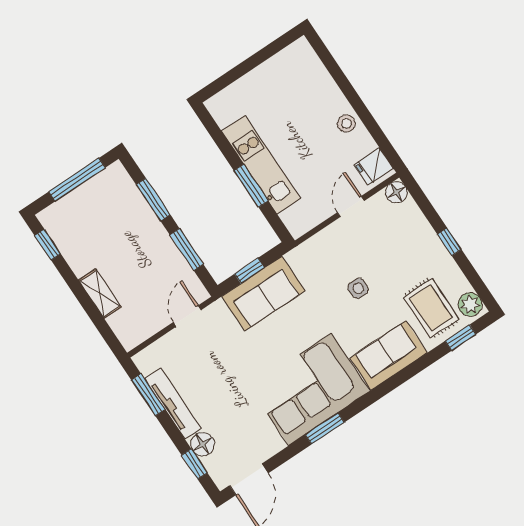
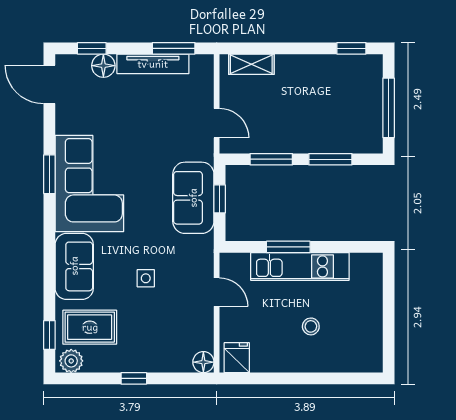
stool: (346, 123) -> (311, 326), moved
door: (351, 207) -> (217, 292), moved
shelving: (100, 294) -> (251, 64), moved

